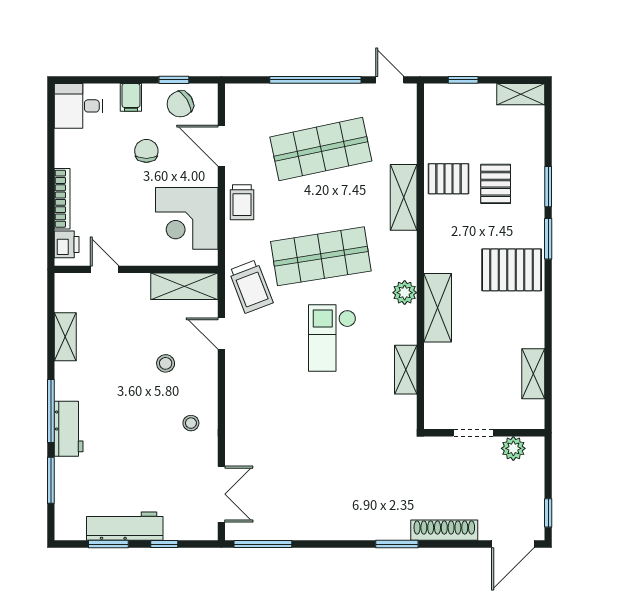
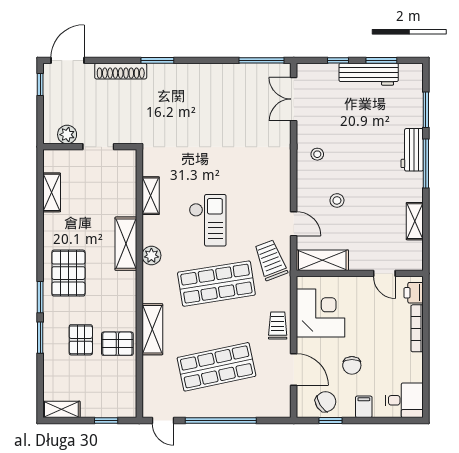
pallet: (512, 270) -> (68, 273), turned 90

